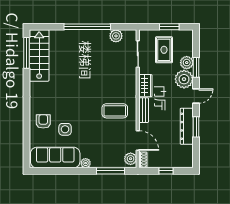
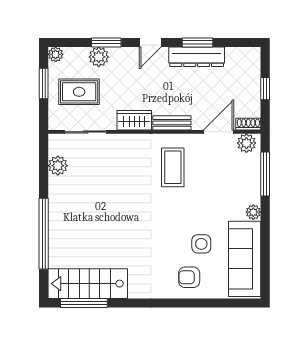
window: (87, 27) -> (44, 234), moved
plant: (184, 79) -> (56, 54), moved, width x0.53, depth x0.53
door: (196, 96) -> (150, 42), swing flipped

